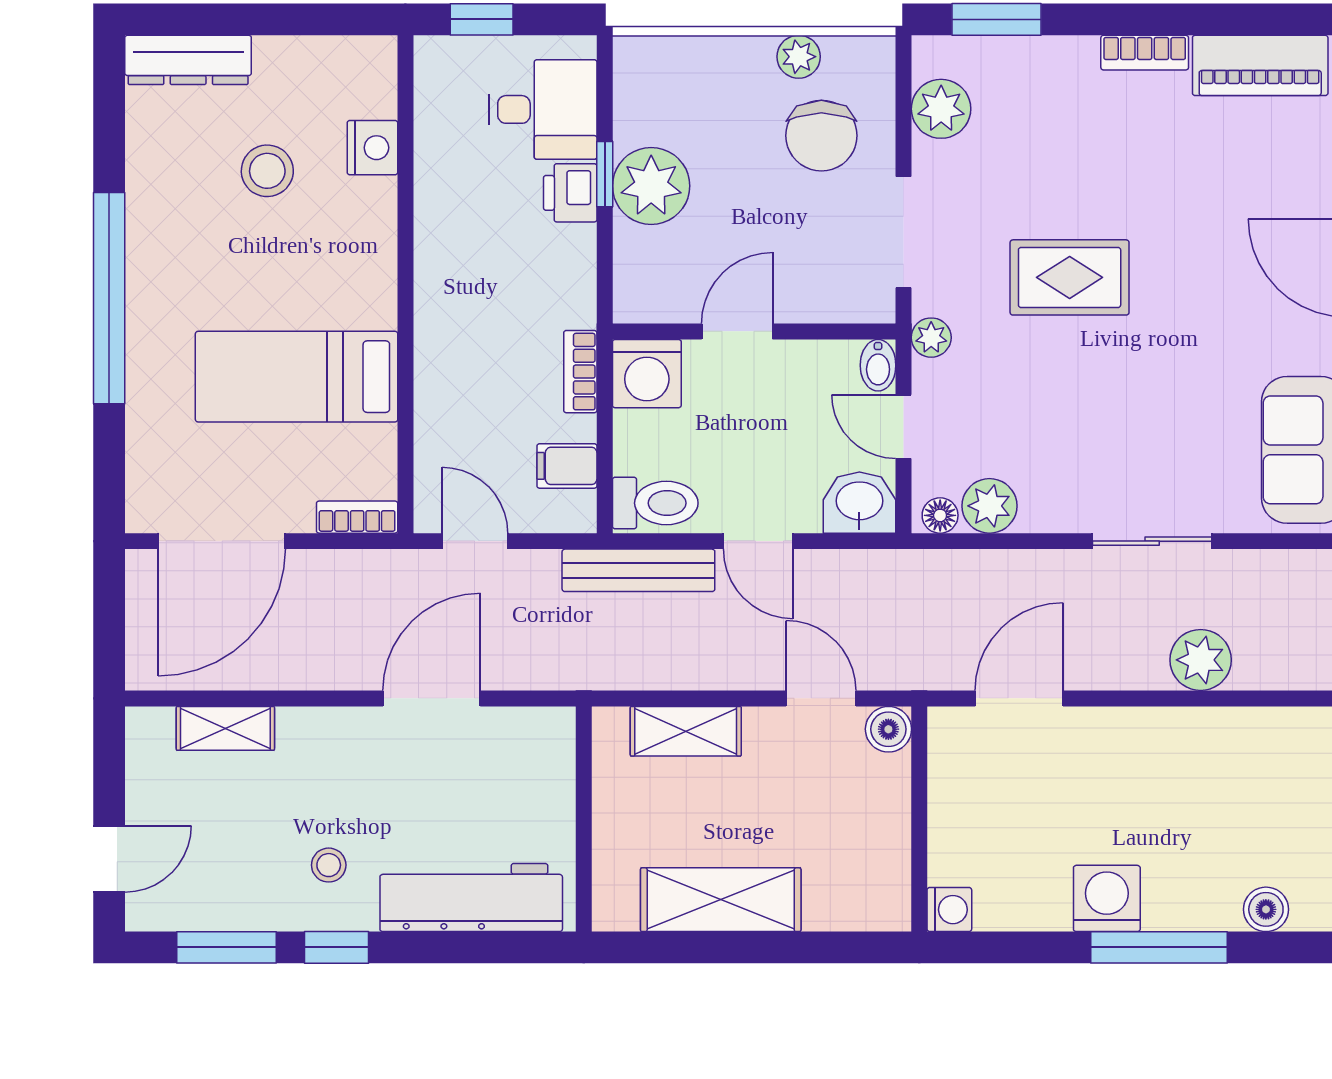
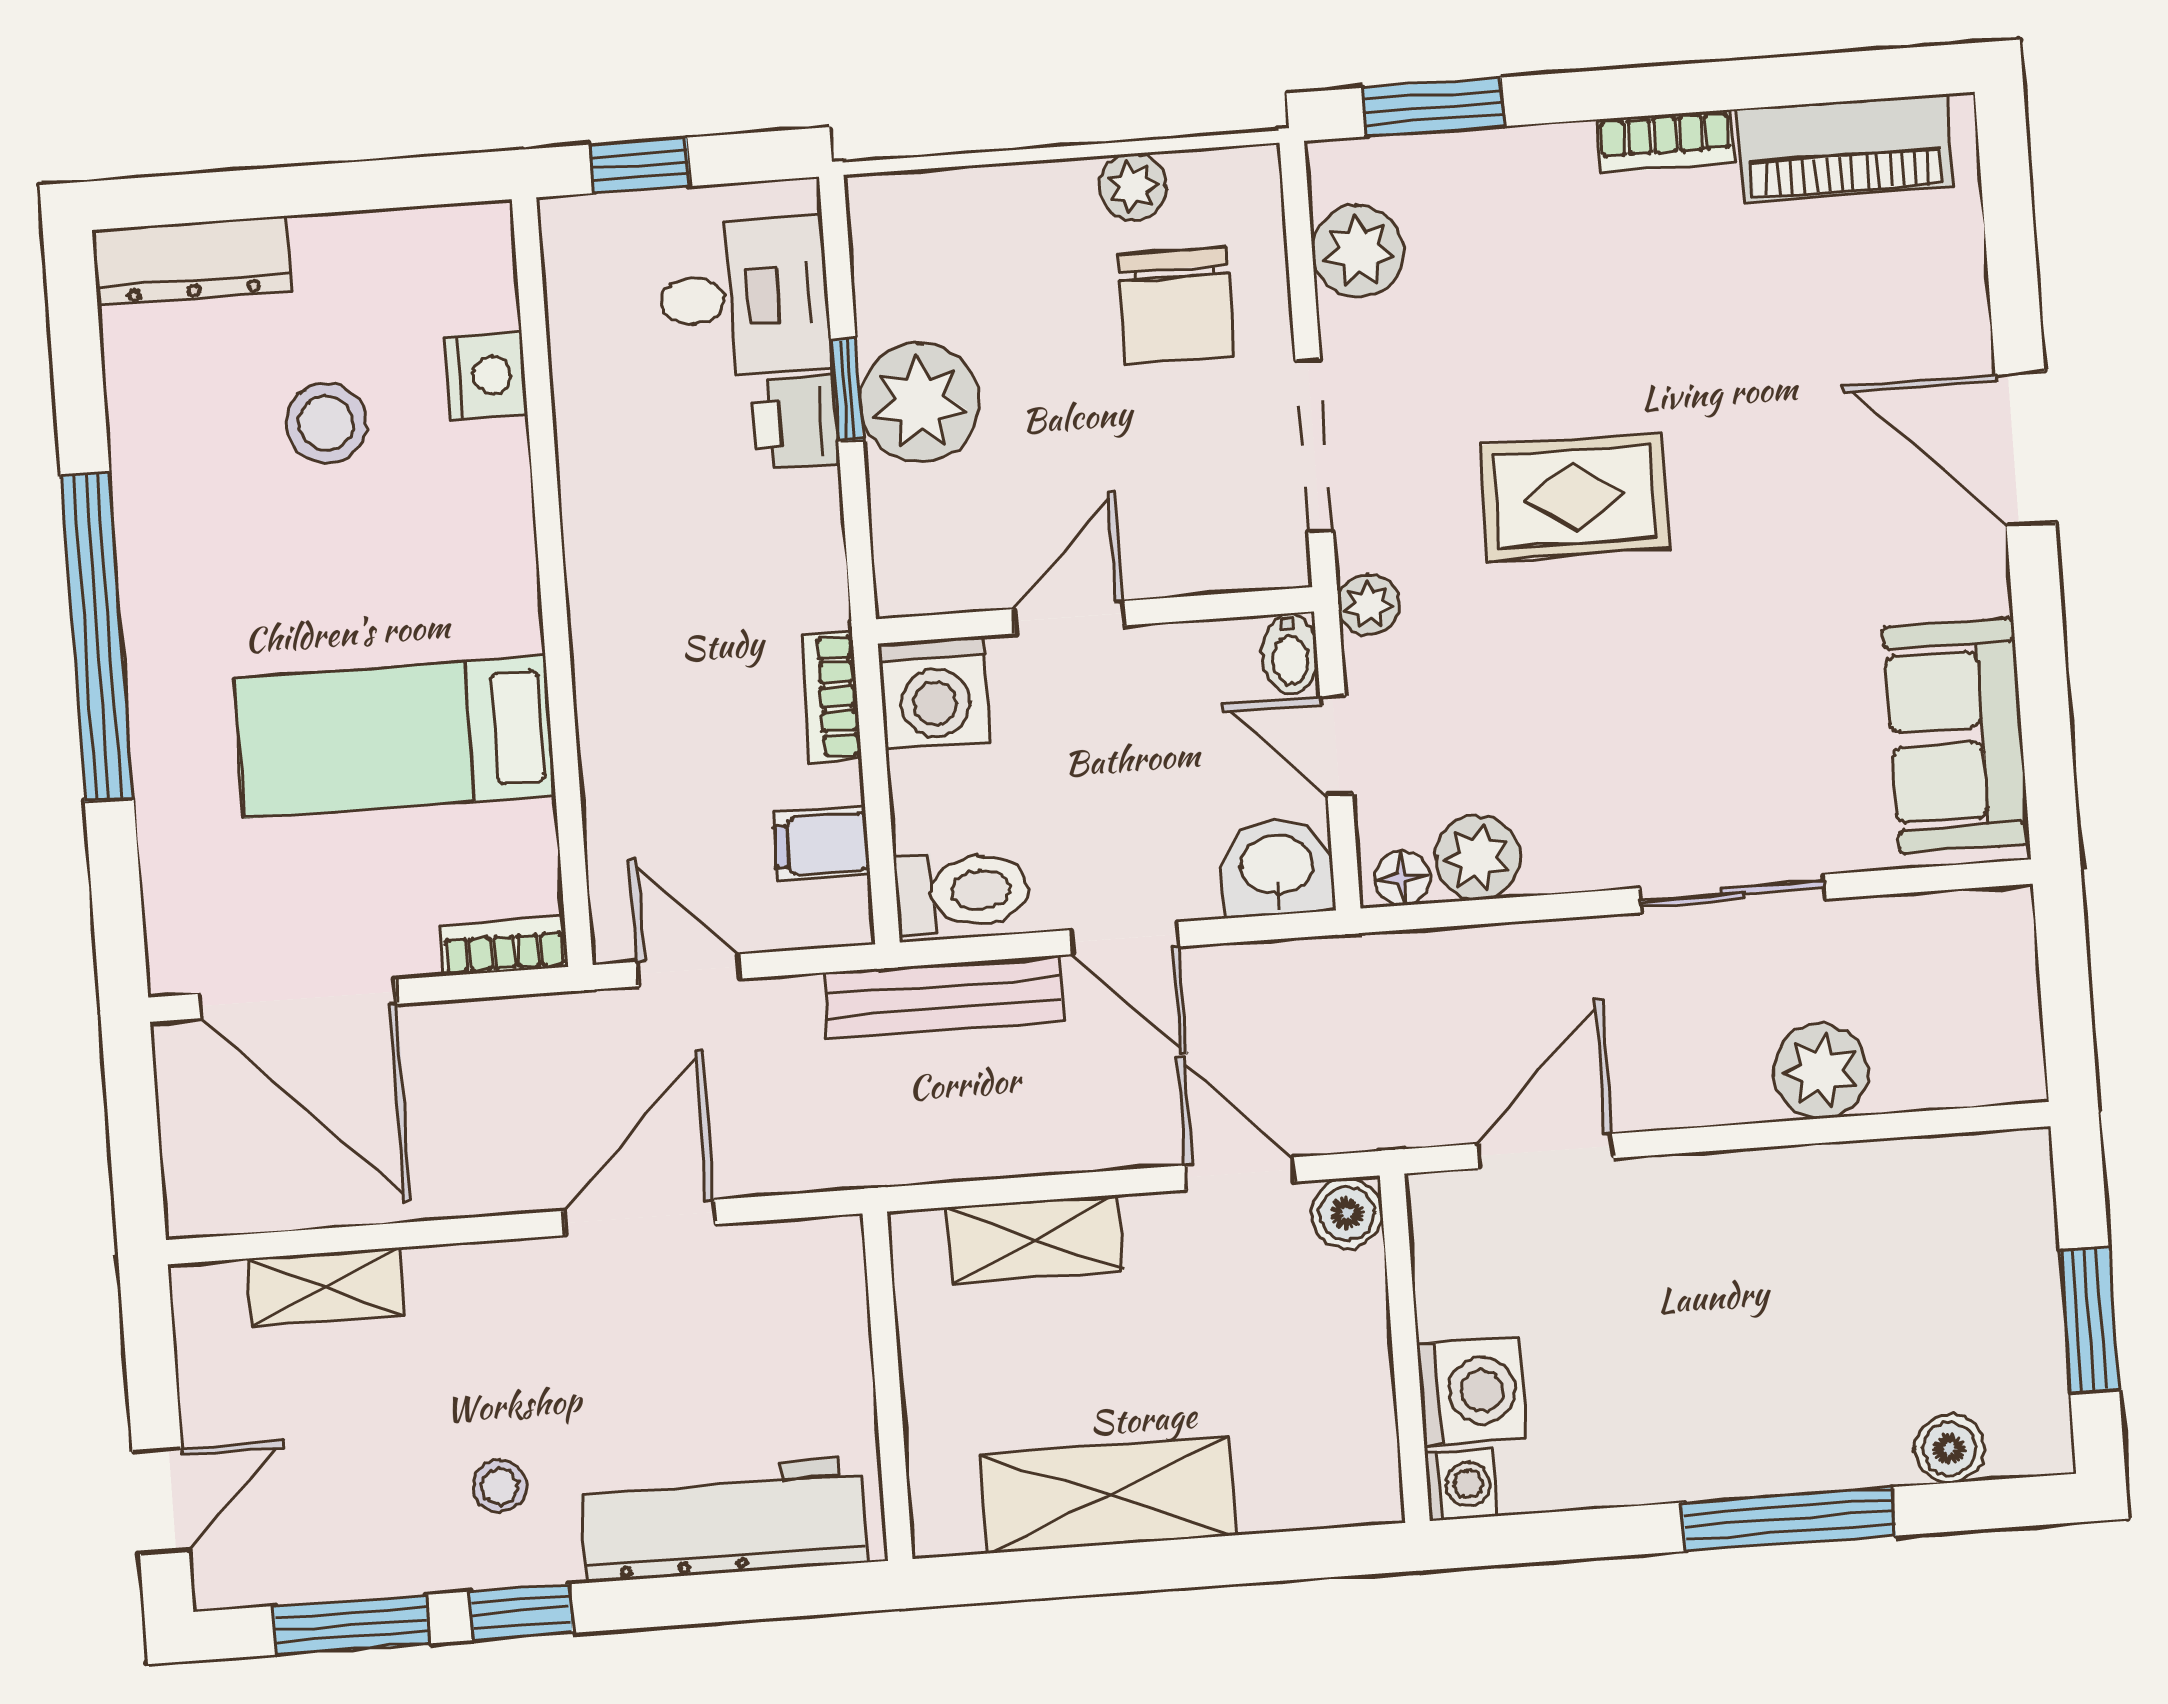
door: (222, 541) -> (298, 999), hinge flipped
washing machine: (1107, 898) -> (1472, 1391), moved, turned 90

